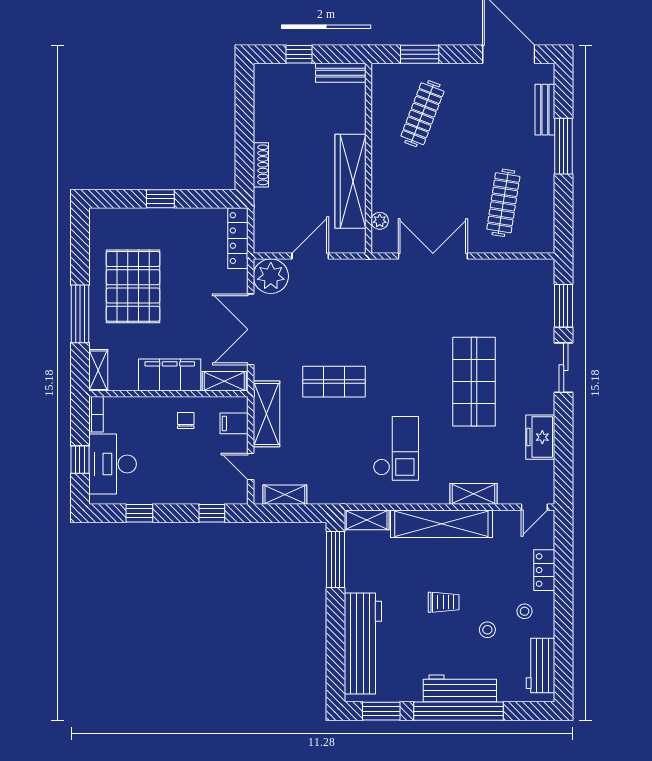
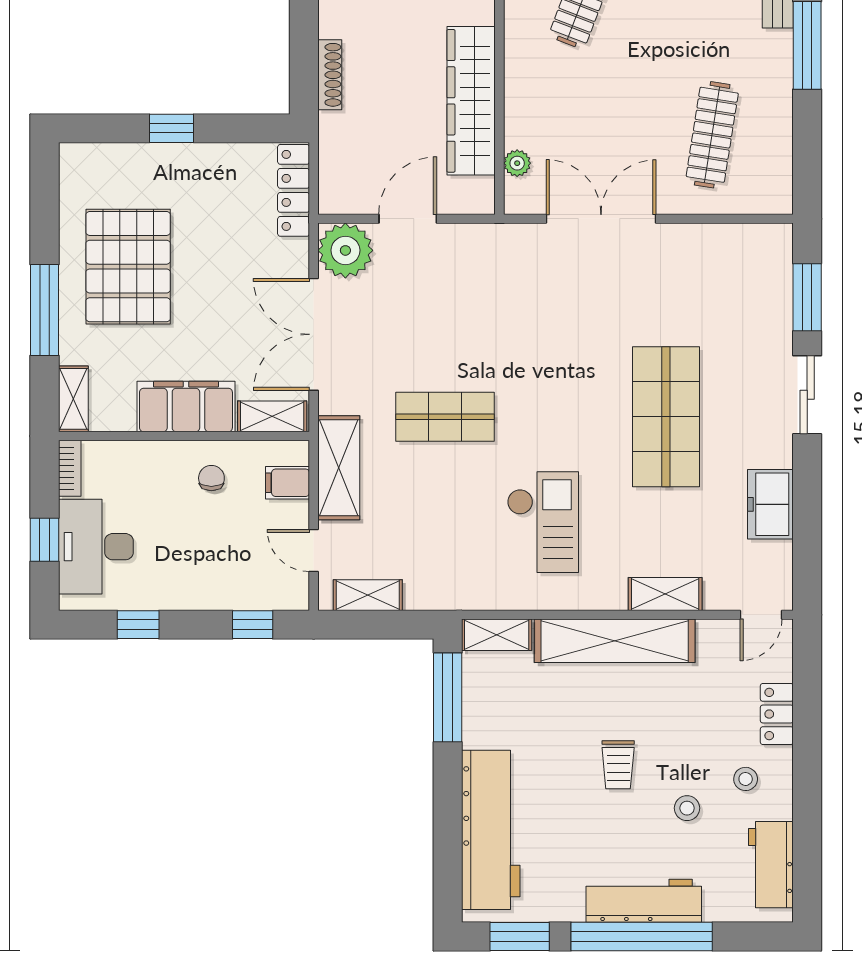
trolley: (444, 602) -> (618, 765), turned 90

